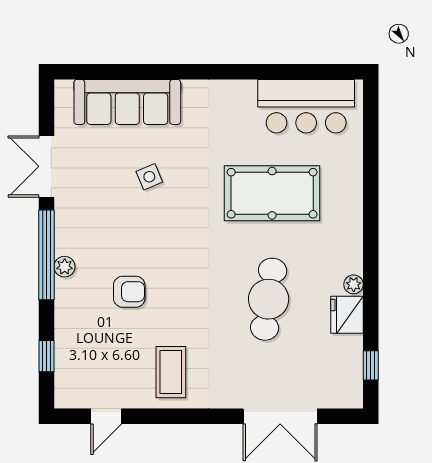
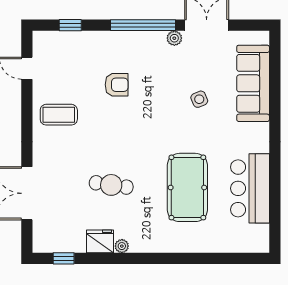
bar counter: (306, 106) -> (250, 188), moved
plant: (65, 267) -> (174, 38), moved
armchair: (129, 292) -> (117, 85), turned -90
cafe table: (269, 299) -> (111, 185), width x0.73, depth x0.74

